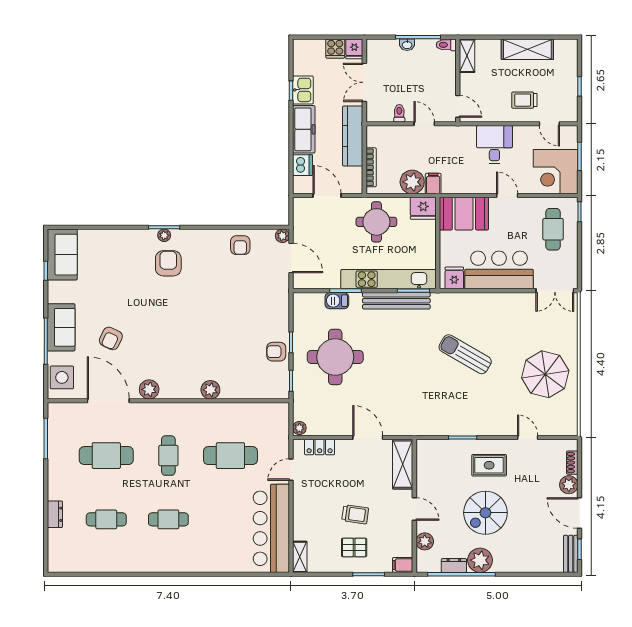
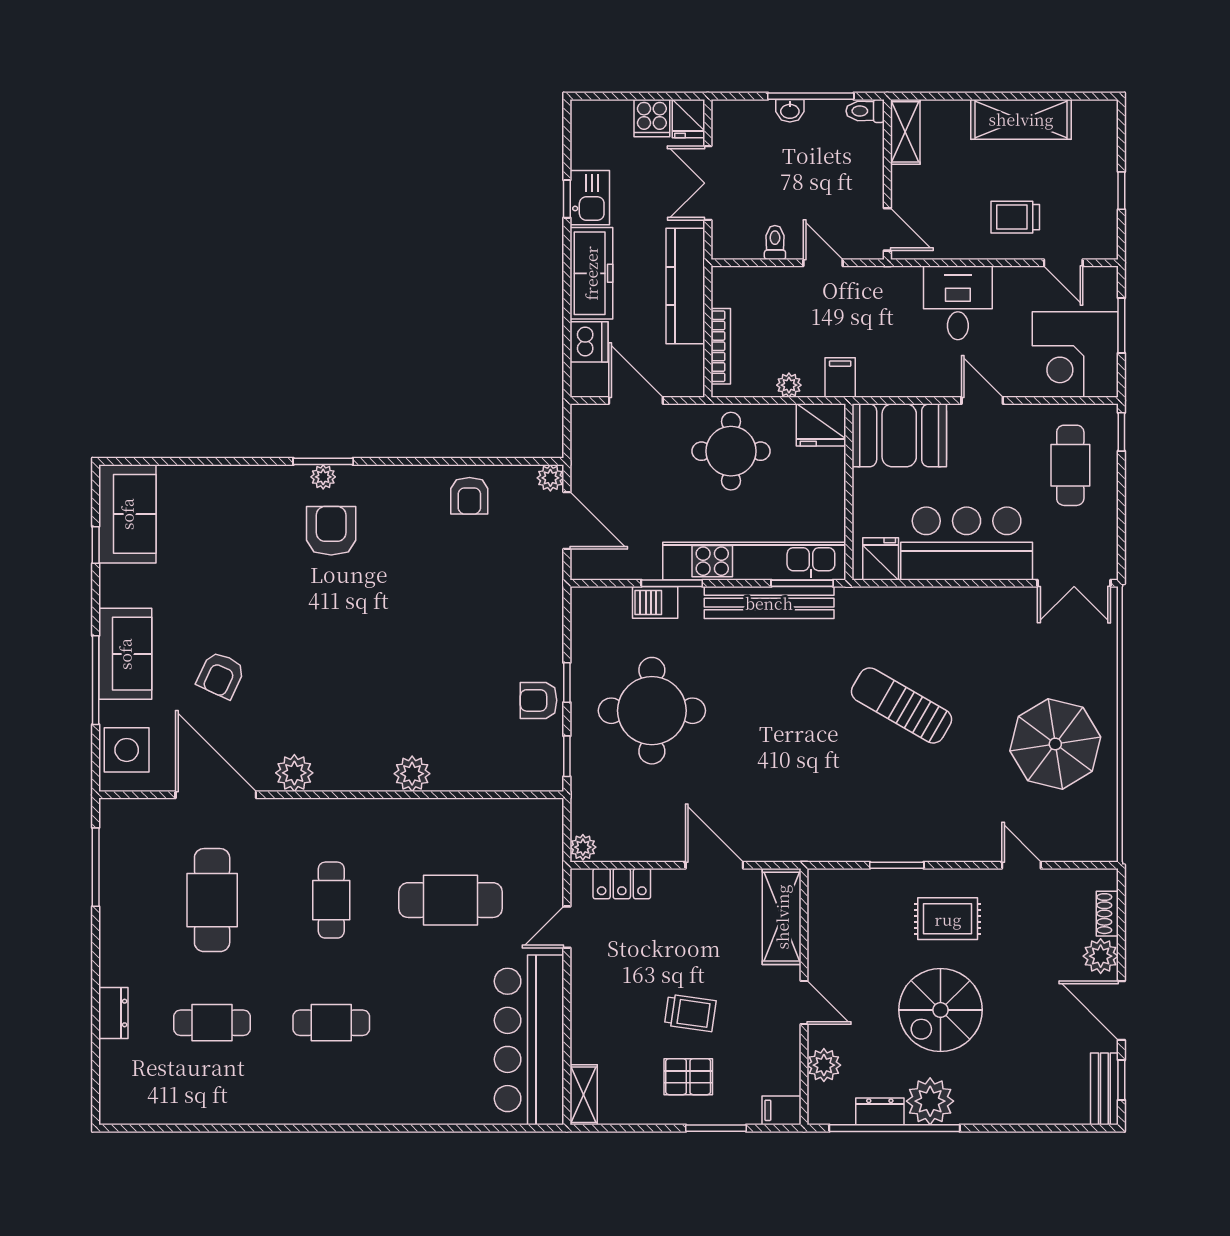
plant: (412, 182) -> (789, 385), width x0.53, depth x0.53
cafe table: (106, 456) -> (212, 900), turned 90

